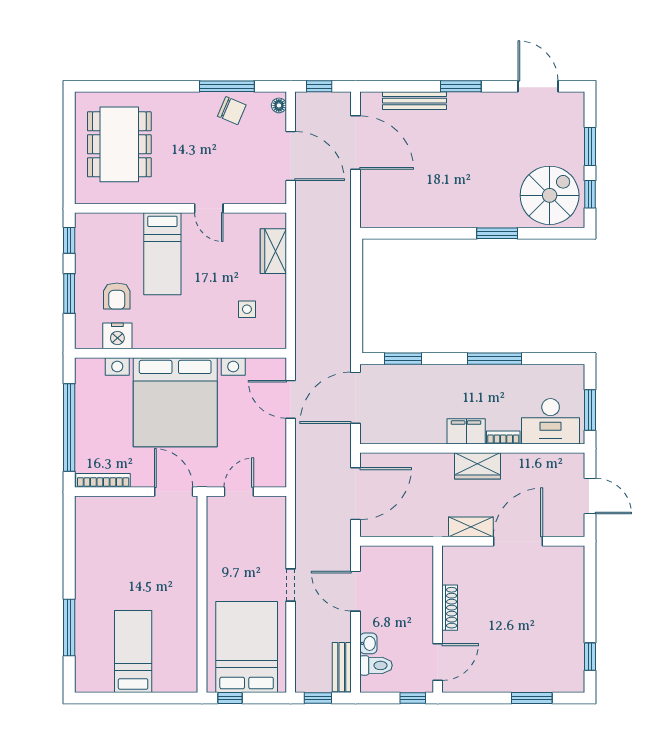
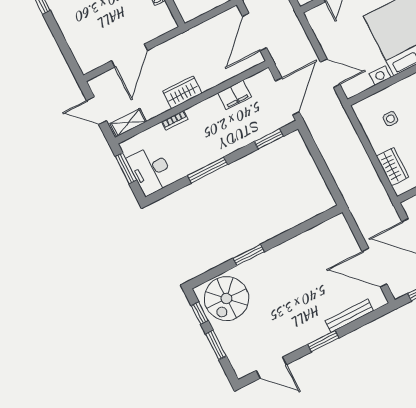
desk: (551, 421) -> (151, 170), moved, turned -90
filing cabinet: (466, 431) -> (235, 95), moved
shelving: (471, 527) -> (128, 123), moved

